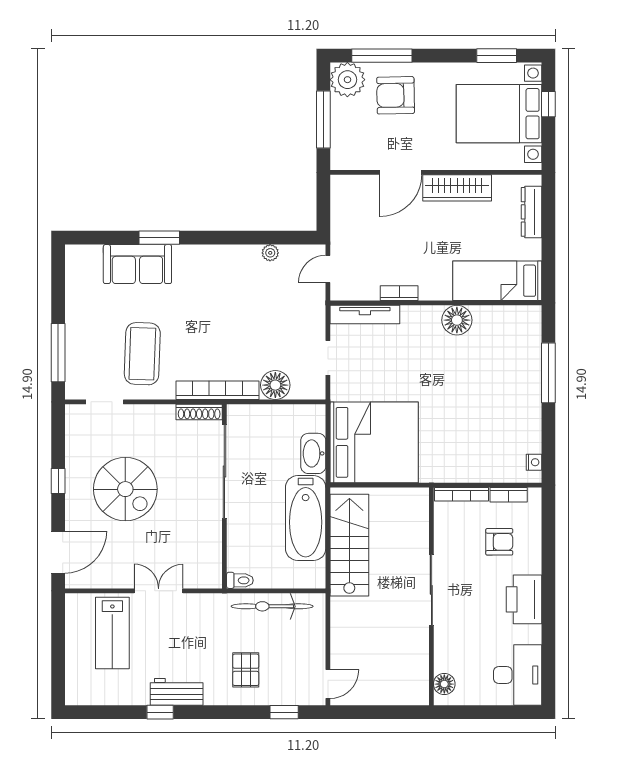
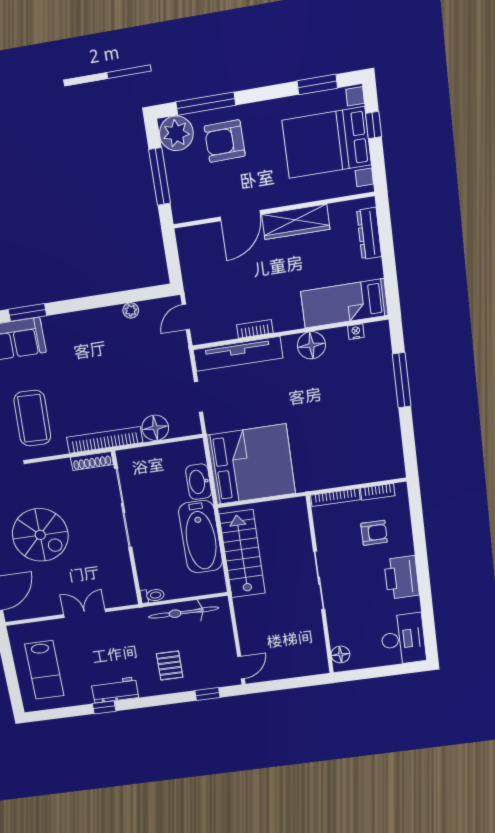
tv unit: (365, 315) -> (238, 354), width x1.36, depth x1.29
nightstand: (534, 462) -> (356, 332), moved, turned -90
lab bench: (112, 633) -> (44, 670), moved

